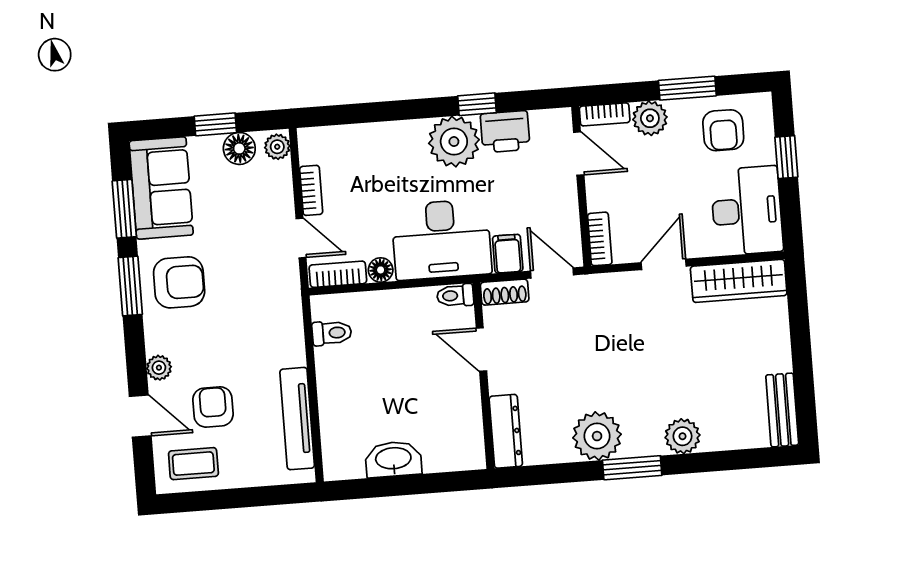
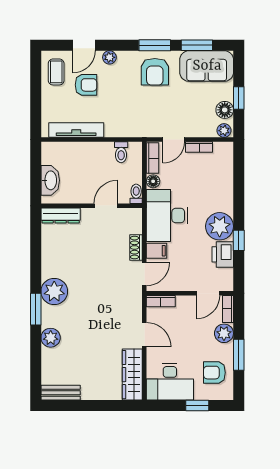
toilet: (455, 295) -> (136, 194), moved
door: (481, 349) -> (106, 206), moved
wall: (483, 376) -> (92, 206), moved
dresser: (506, 431) -> (61, 216), moved

